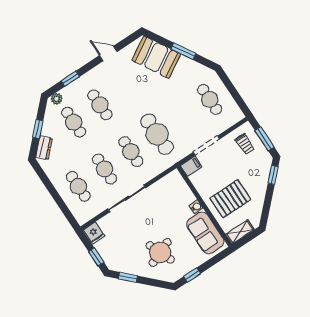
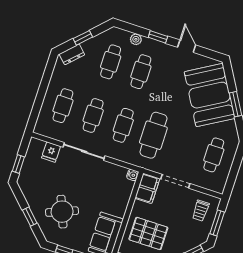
booth: (156, 57) -> (210, 95), width x1.36, depth x1.42
window: (70, 79) -> (158, 37), moved
plant: (57, 99) -> (136, 39), moved
filing cabinet: (191, 166) -> (147, 188), width x2.00
water cooler: (196, 207) -> (133, 175), moved
fridge: (94, 233) -> (51, 152), moved
window: (128, 277) -> (30, 217), moved

